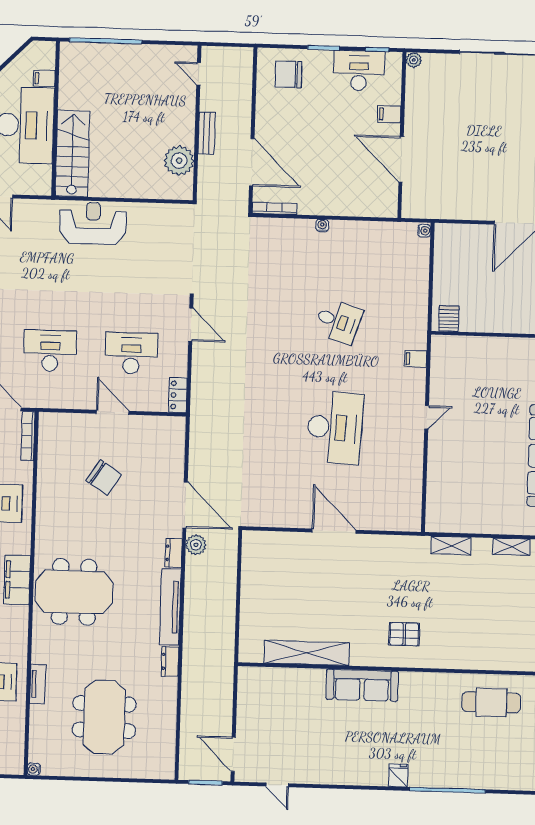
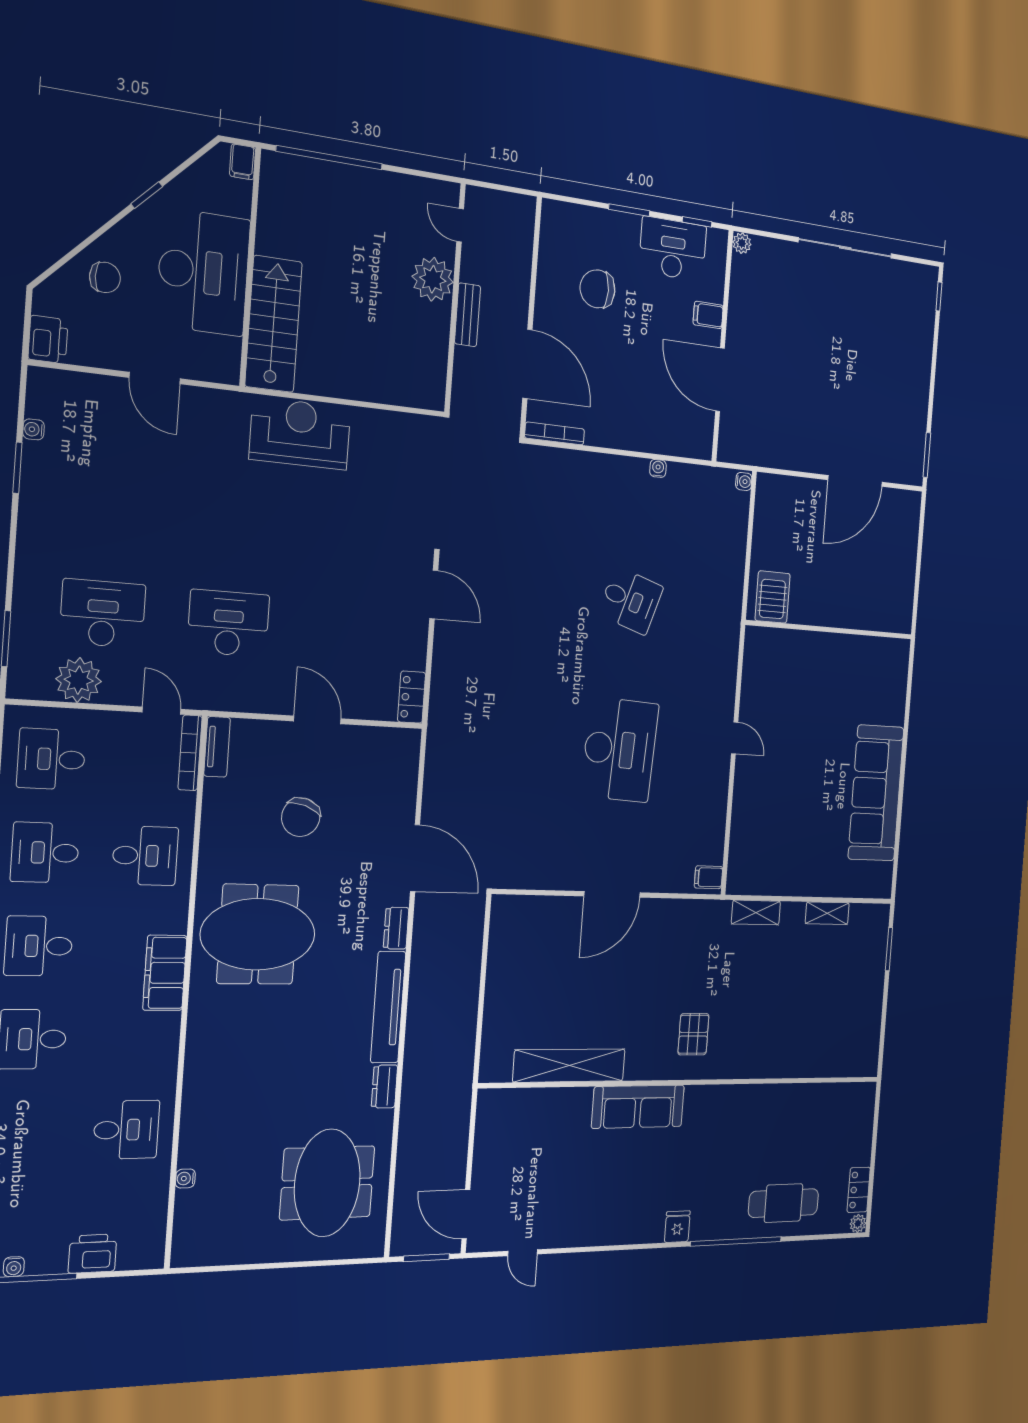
chair: (288, 74) -> (598, 289), moved
filing cabinet: (44, 78) -> (243, 162), moved, turned -90
plant: (179, 161) -> (433, 279), moved
water cooler: (322, 225) -> (658, 468), moved
server rack: (449, 319) -> (773, 597), width x1.36, depth x1.44
desk: (131, 353) -> (348, 633), removed
filing cabinet: (416, 359) -> (709, 877), moved
door: (427, 417) -> (735, 738), hinge flipped
chair: (104, 477) -> (301, 817), turned 76
door: (334, 531) -> (612, 894), swing flipped
plant: (196, 545) -> (428, 916), removed
meeting table: (74, 592) -> (258, 934), moved
pallet: (404, 634) -> (693, 1034), turned 90
tv unit: (38, 684) -> (217, 747), moved
cafe table: (491, 702) -> (784, 1203), moved
meeting table: (104, 717) -> (327, 1183), moved
water cooler: (34, 769) -> (185, 1178), moved

